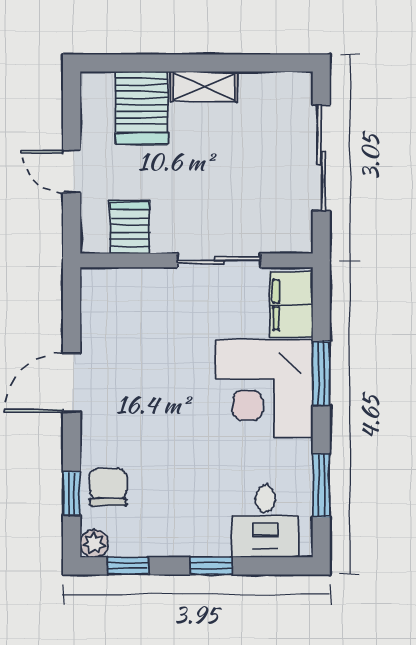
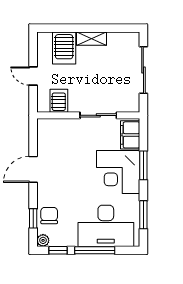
desk: (265, 521) -> (106, 226), width x1.87, depth x1.30
window: (211, 566) -> (95, 250), width x2.17

